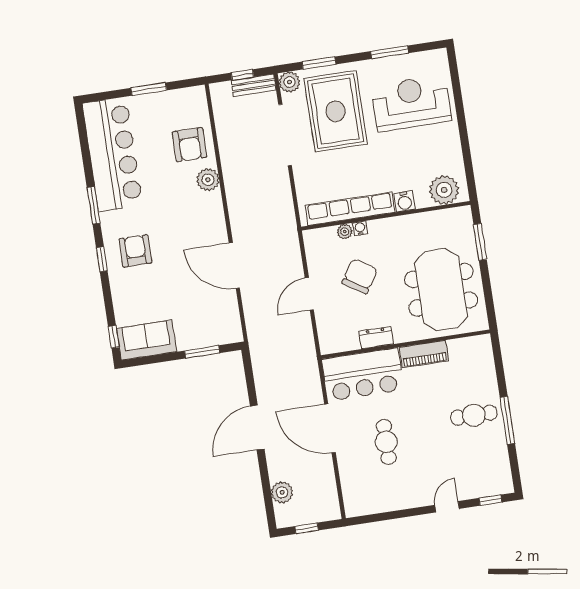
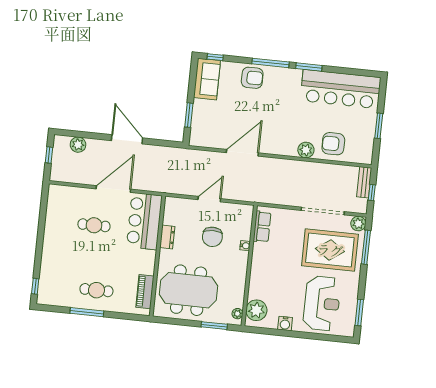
window: (390, 52) -> (359, 312), moved
window: (319, 63) -> (366, 247), width x1.44
bench: (254, 85) -> (364, 182), moved
water cooler: (405, 201) -> (285, 323), moved, turned -90
row of seats: (350, 209) -> (262, 227), width x0.50
plant: (345, 232) -> (237, 314), moved
armchair: (135, 251) -> (252, 78), moved
window: (102, 259) -> (270, 63), width x2.17
chair: (360, 276) -> (212, 237), turned 57
door: (309, 294) -> (209, 199), hinge flipped
piano: (424, 354) -> (145, 292), moved
cafe table: (474, 415) -> (96, 290), turned 90
door: (447, 507) -> (38, 255), removed

